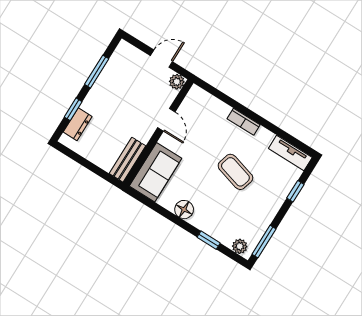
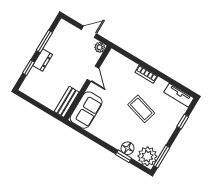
dresser: (78, 124) -> (43, 60), moved
floor lamp: (184, 210) -> (128, 148), moved
plant: (240, 246) -> (147, 156), width x1.88, depth x1.88

